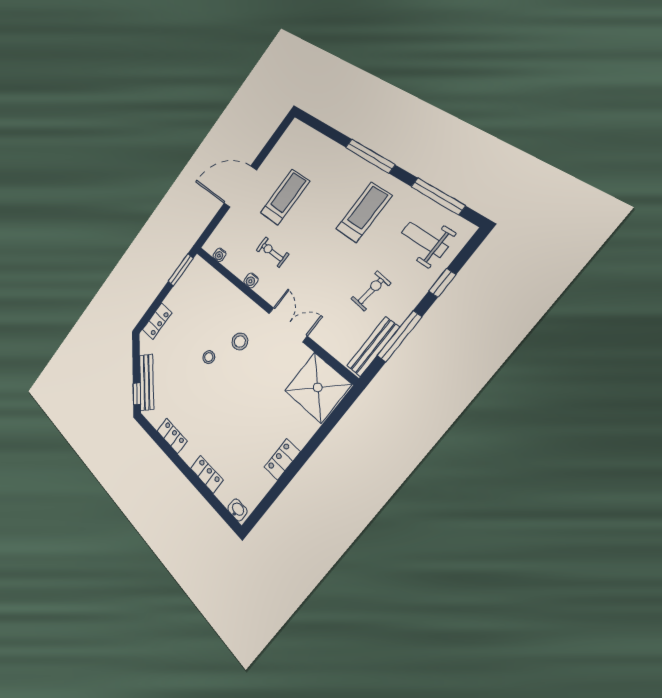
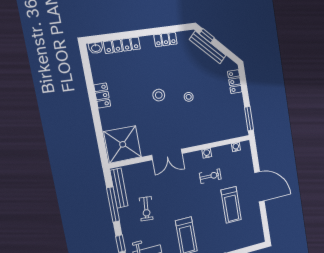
door: (240, 187) -> (259, 187), hinge flipped
stool: (240, 341) -> (159, 95), moved
locker: (207, 474) -> (122, 45), width x1.53

